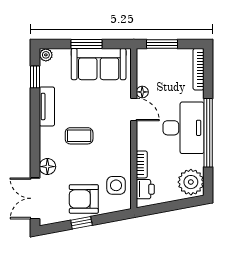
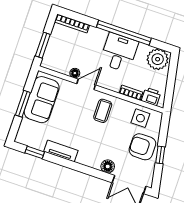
plant: (46, 55) -> (21, 138), removed
desk: (183, 128) -> (119, 52), width x0.73
coffee table: (79, 136) -> (103, 111), moved
armchair: (84, 199) -> (142, 147), turned 90

